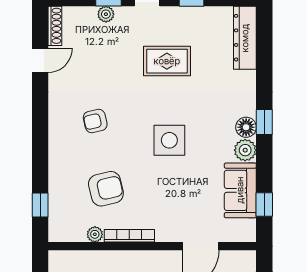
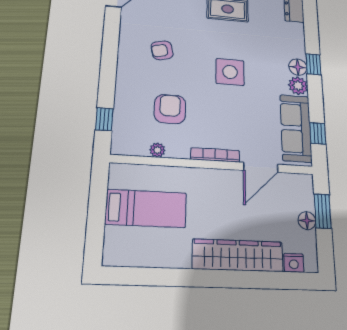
armchair: (106, 189) -> (170, 109), turned -77
sofa: (240, 190) -> (296, 128), width x1.36
bookcase: (129, 236) -> (215, 155), moved

